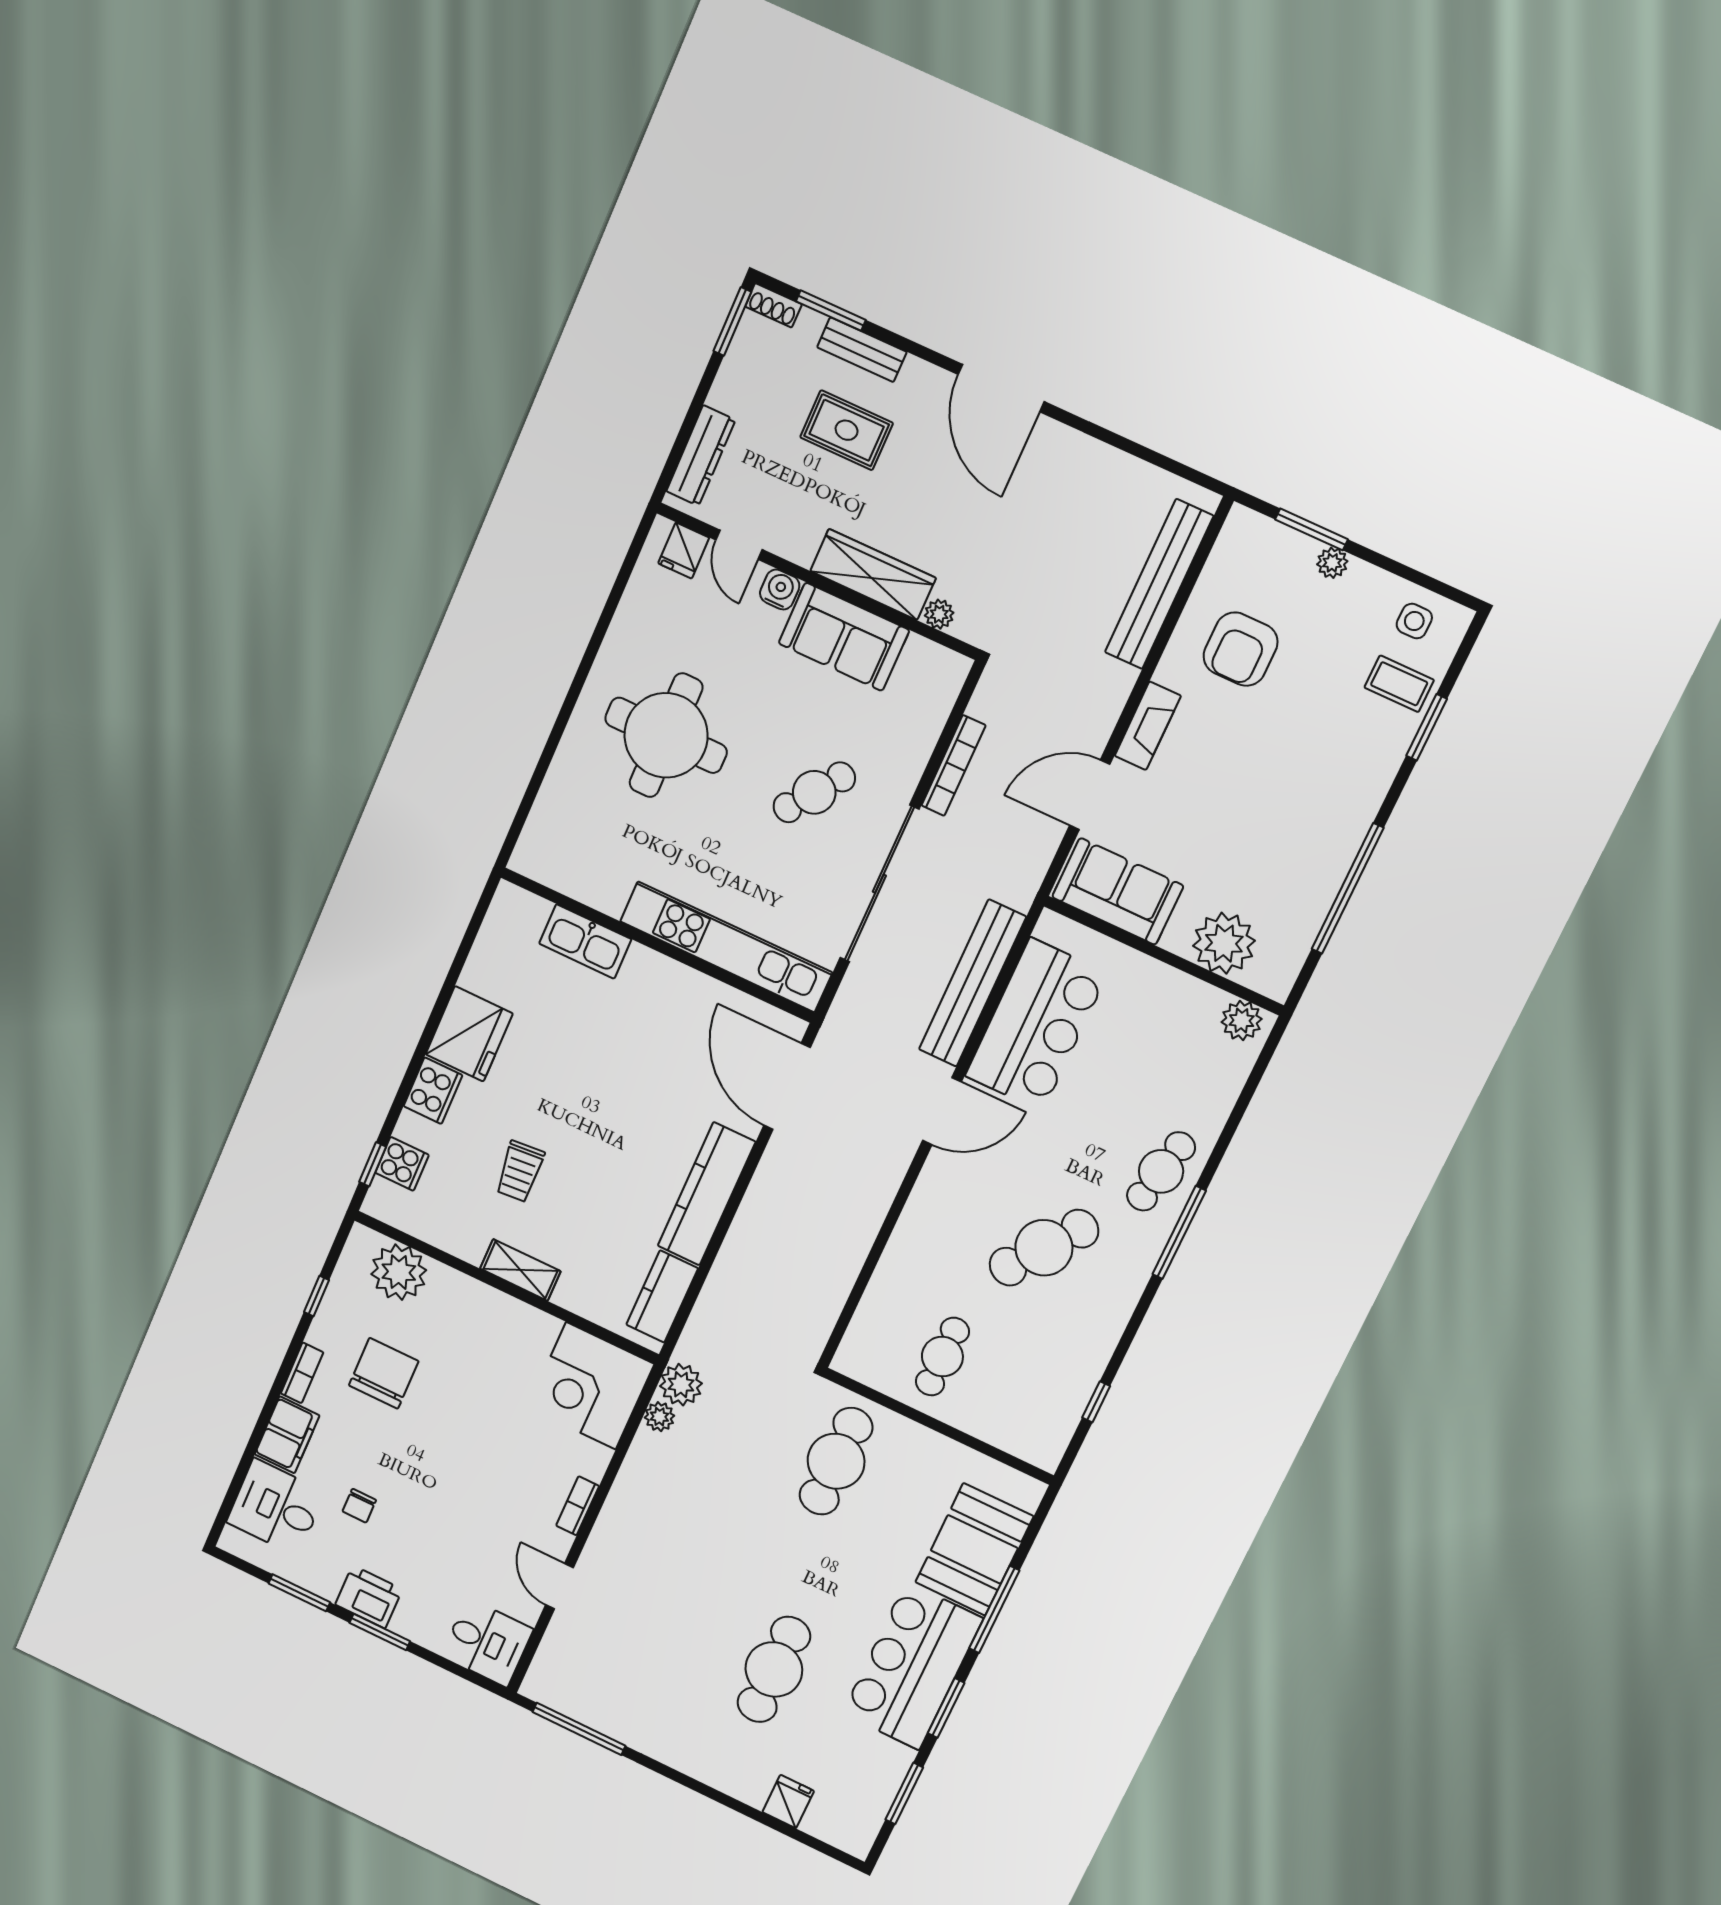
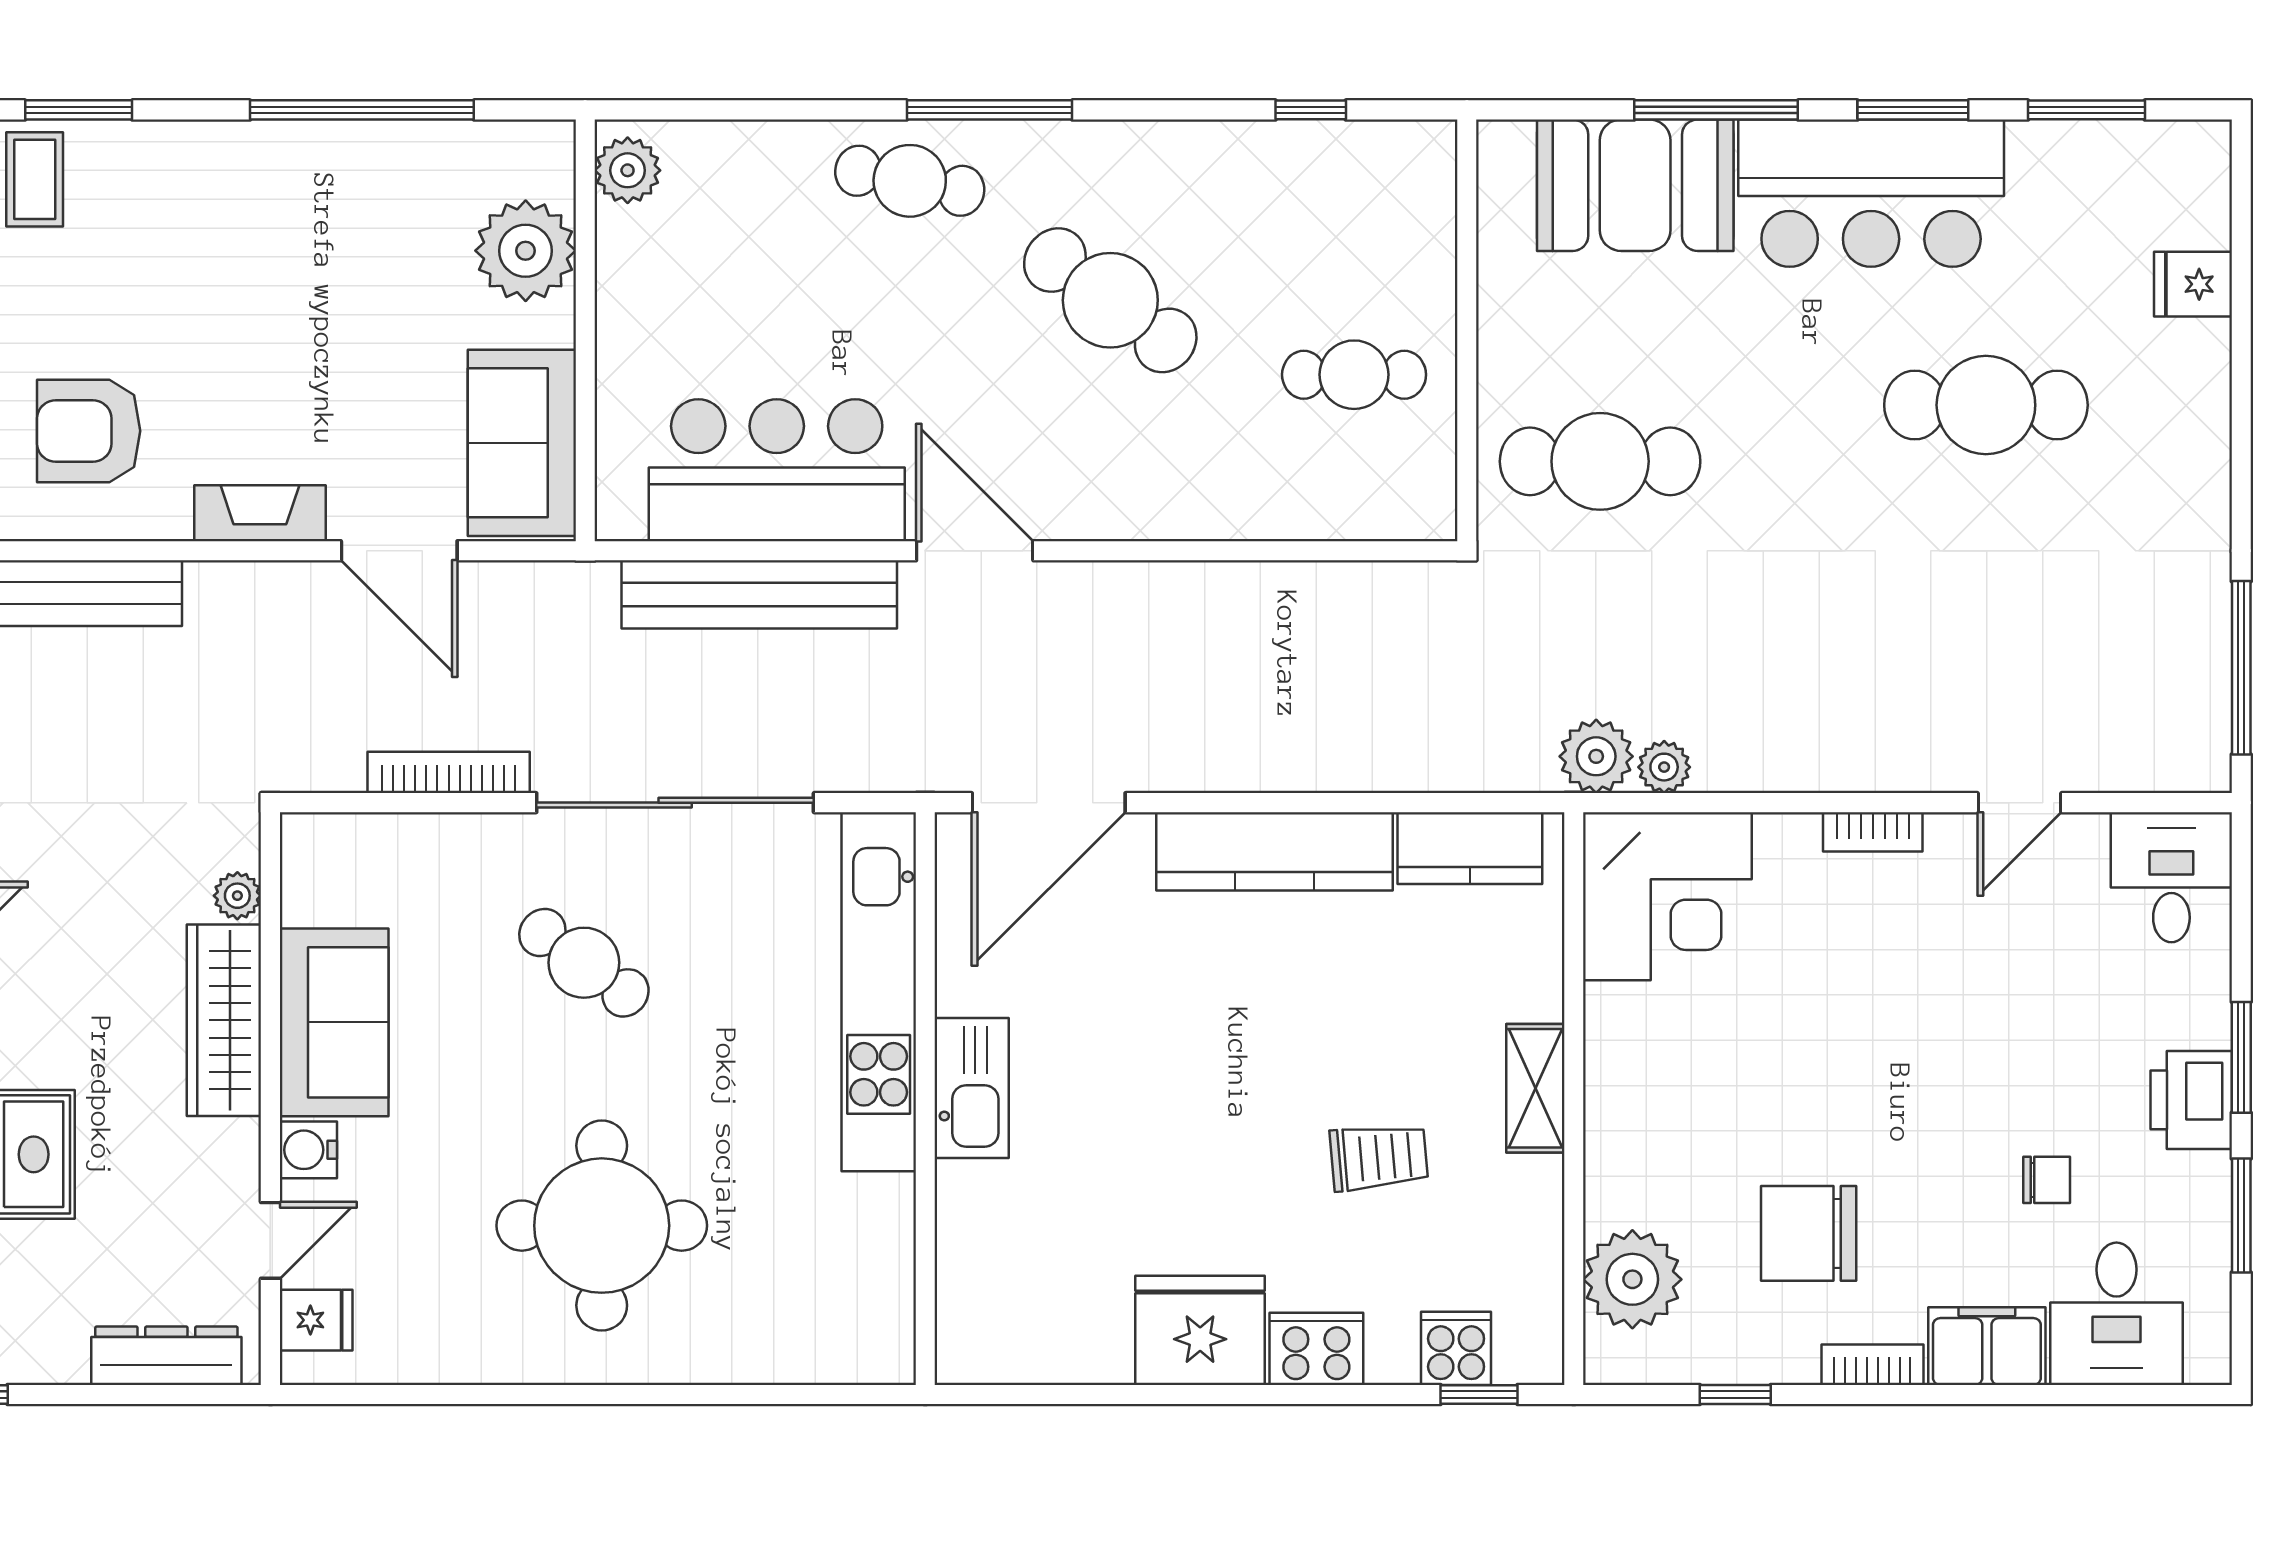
armchair: (1241, 649) -> (89, 431), turned 180
kitchen sink: (585, 941) -> (972, 1088), moved

